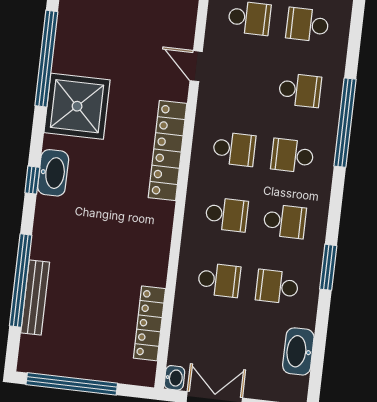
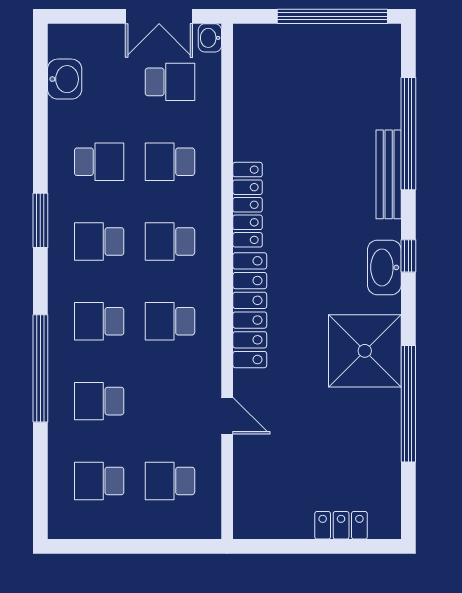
school desk: (307, 25) -> (99, 481), turned 180
school desk: (292, 156) -> (99, 321), turned 180
window: (328, 267) -> (40, 220), moved
bench: (35, 297) -> (389, 174), moved
locker: (149, 323) -> (248, 205), moved
school desk: (211, 346) -> (170, 82), added
washbasin: (298, 351) -> (65, 79), width x0.72

